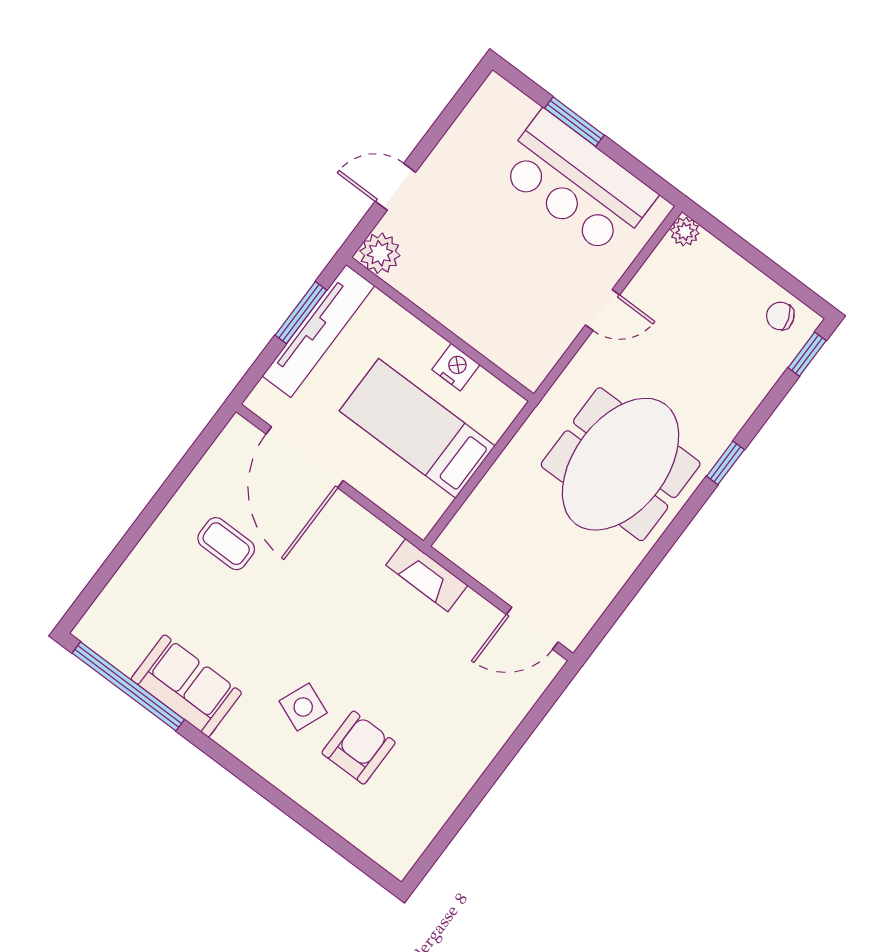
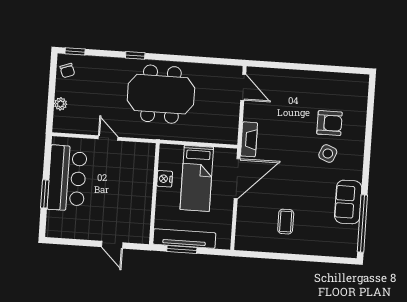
plant: (685, 232) -> (61, 104), moved
plant: (380, 253) -> (141, 234), removed
door: (305, 457) -> (237, 179), moved
armchair: (359, 748) -> (330, 123), turned 180

